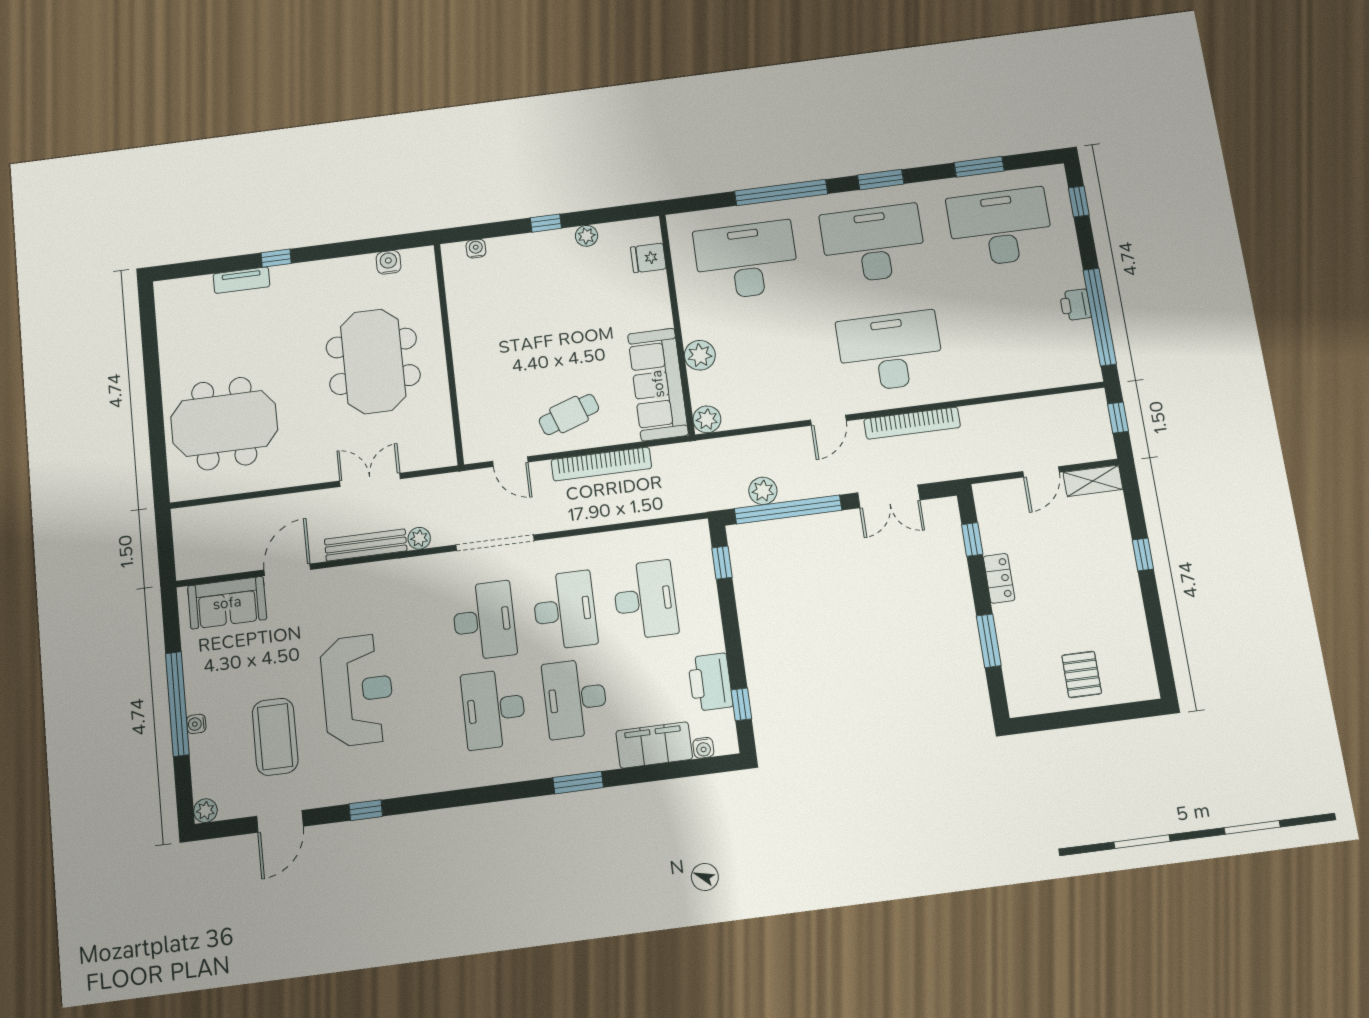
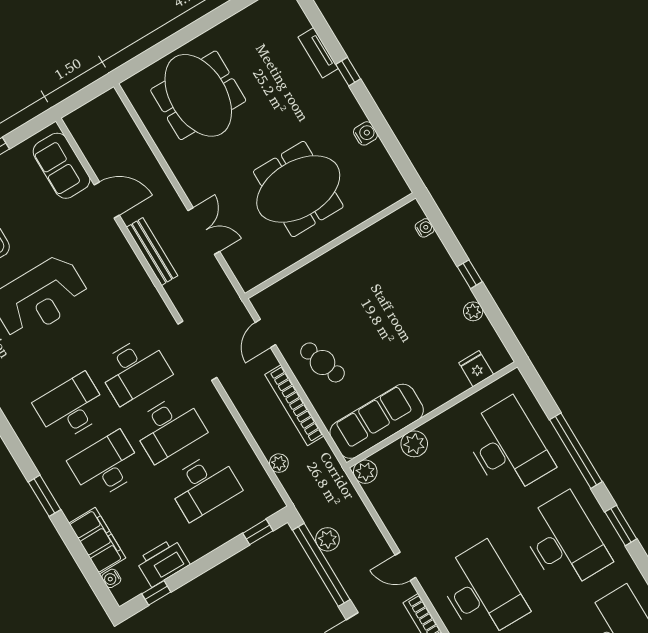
water cooler: (389, 262) -> (365, 133), moved
plant: (419, 538) -> (279, 463), moved

